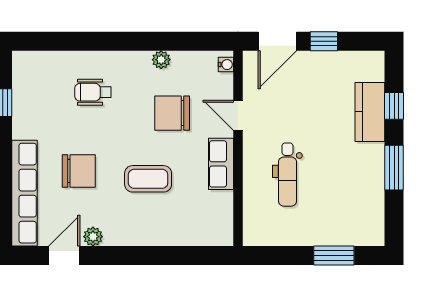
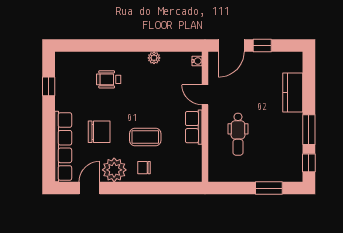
window: (394, 106) -> (309, 163), moved
chair: (172, 113) -> (144, 168), moved, width x0.54, depth x0.54
plant: (93, 237) -> (114, 170), width x1.88, depth x1.88

